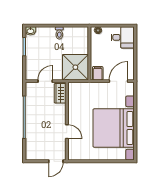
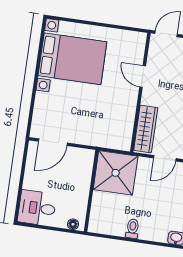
filing cabinet: (98, 73) -> (83, 159), removed
wardrobe: (60, 93) -> (146, 129), width x1.50
bed with nightstands: (114, 128) -> (72, 59), width x0.73

